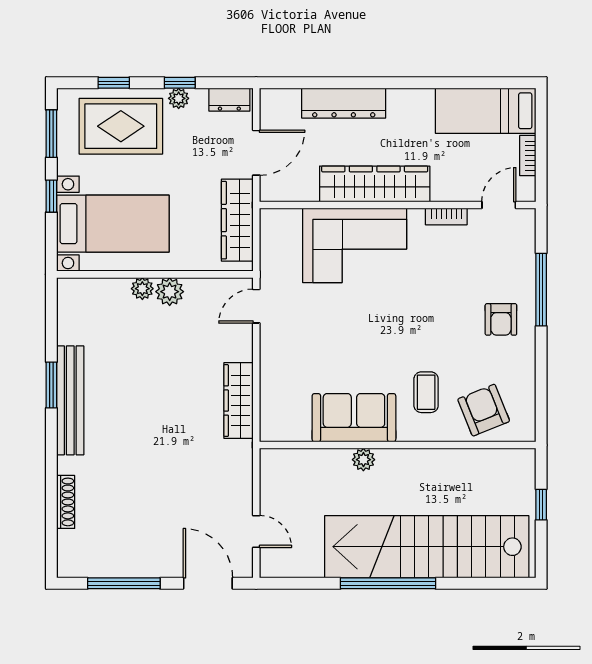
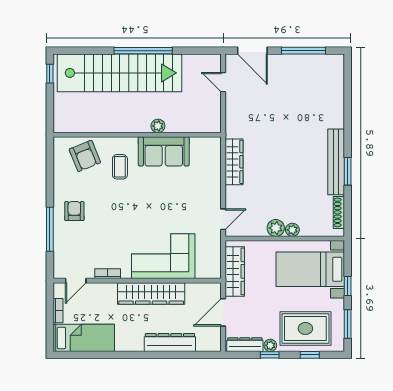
dresser: (229, 100) -> (245, 345), width x1.44
shoe rack: (66, 502) -> (339, 212), moved
window: (541, 505) -> (50, 74), moved

